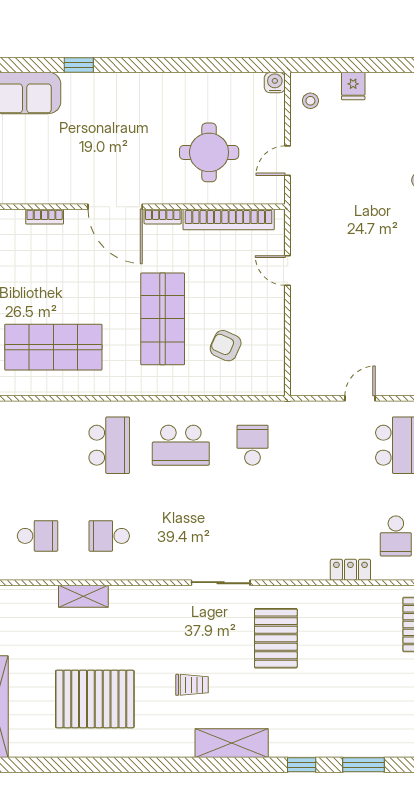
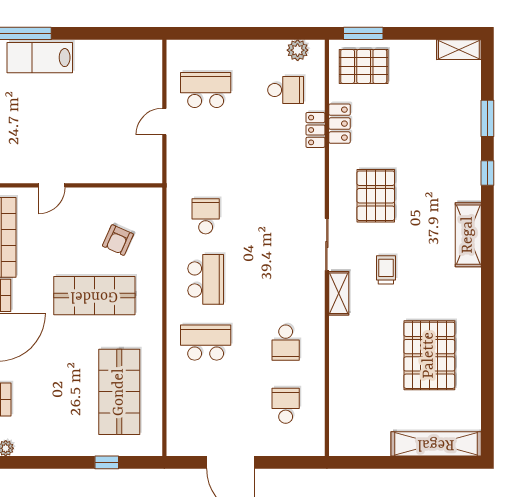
door: (360, 398) -> (164, 122), hinge flipped
school desk: (253, 445) -> (206, 216), turned 90
shelving: (83, 596) -> (339, 293), moved
locker: (358, 597) -> (340, 124), added
pallet: (276, 638) -> (376, 196), turned 90
trolley: (192, 685) -> (386, 270), moved

